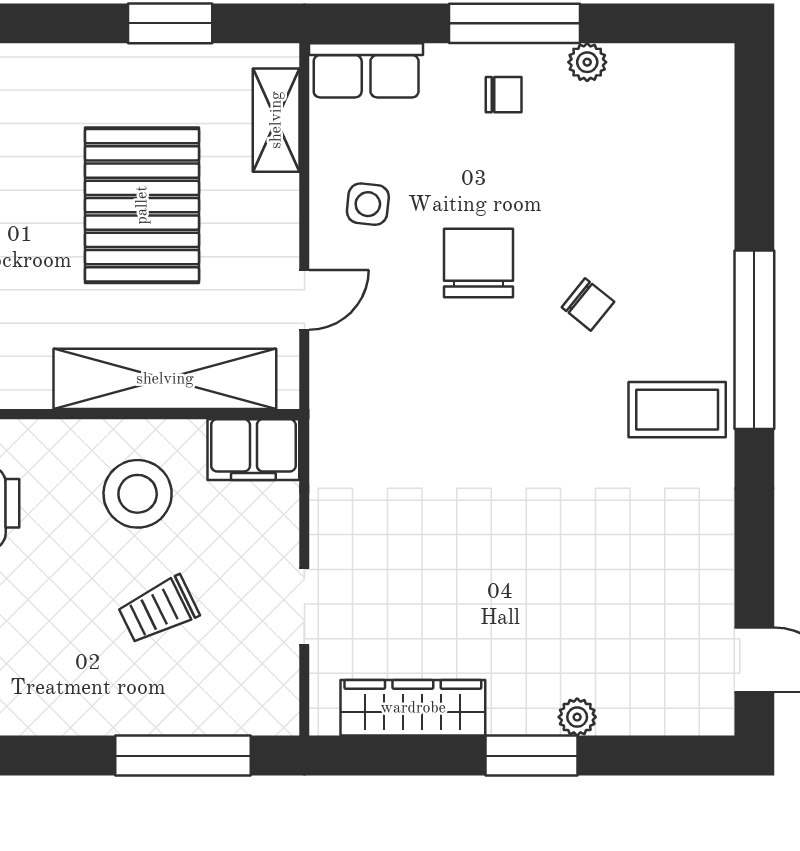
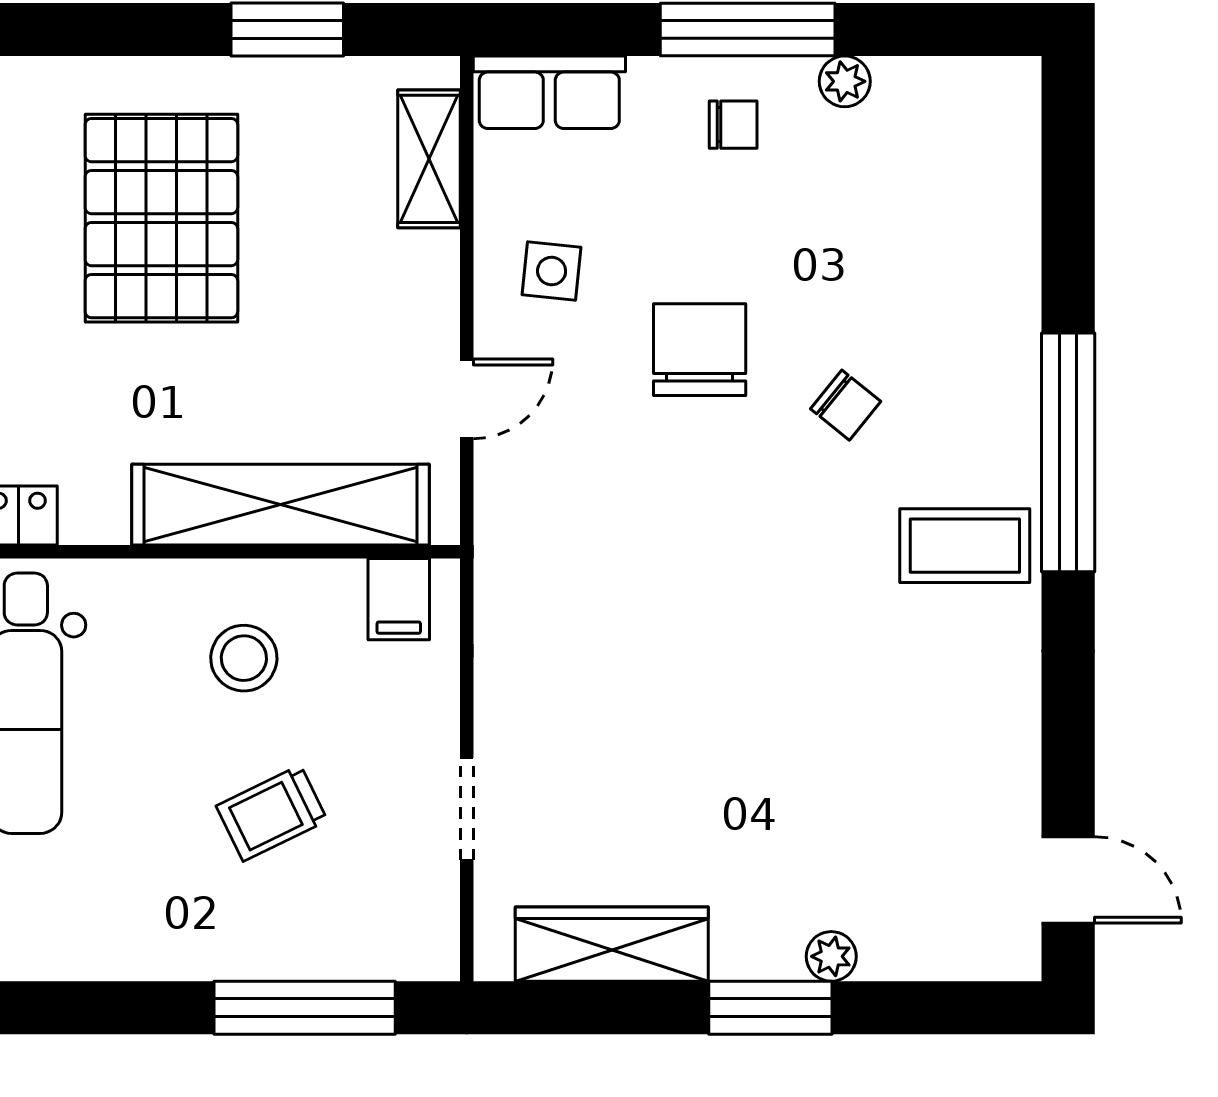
pallet: (142, 205) -> (161, 218), moved
filing cabinet: (253, 450) -> (399, 599), width x0.50
stool: (138, 494) -> (244, 658), width x0.73, depth x0.73

